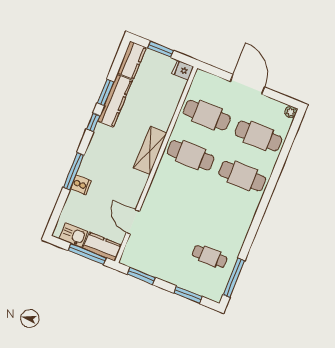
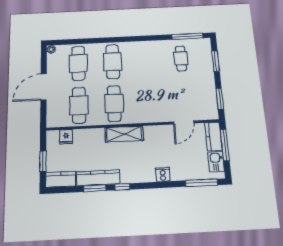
fridge: (183, 70) -> (66, 137), moved
window: (74, 171) -> (201, 183), moved
cooker: (81, 185) -> (163, 175), moved

